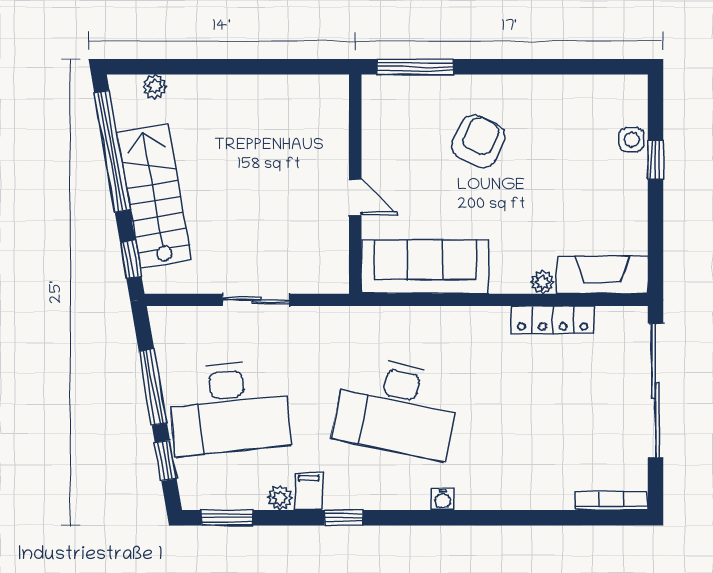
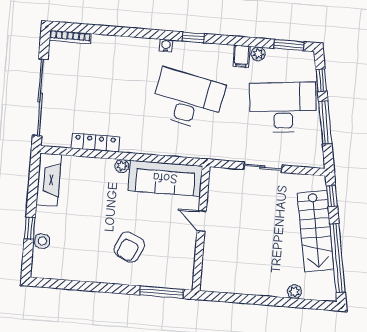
plant: (155, 87) -> (294, 292), moved
fireplace: (602, 275) -> (49, 180), moved, turned -90
plant: (543, 282) -> (122, 166), moved
window: (344, 518) -> (193, 37), moved

